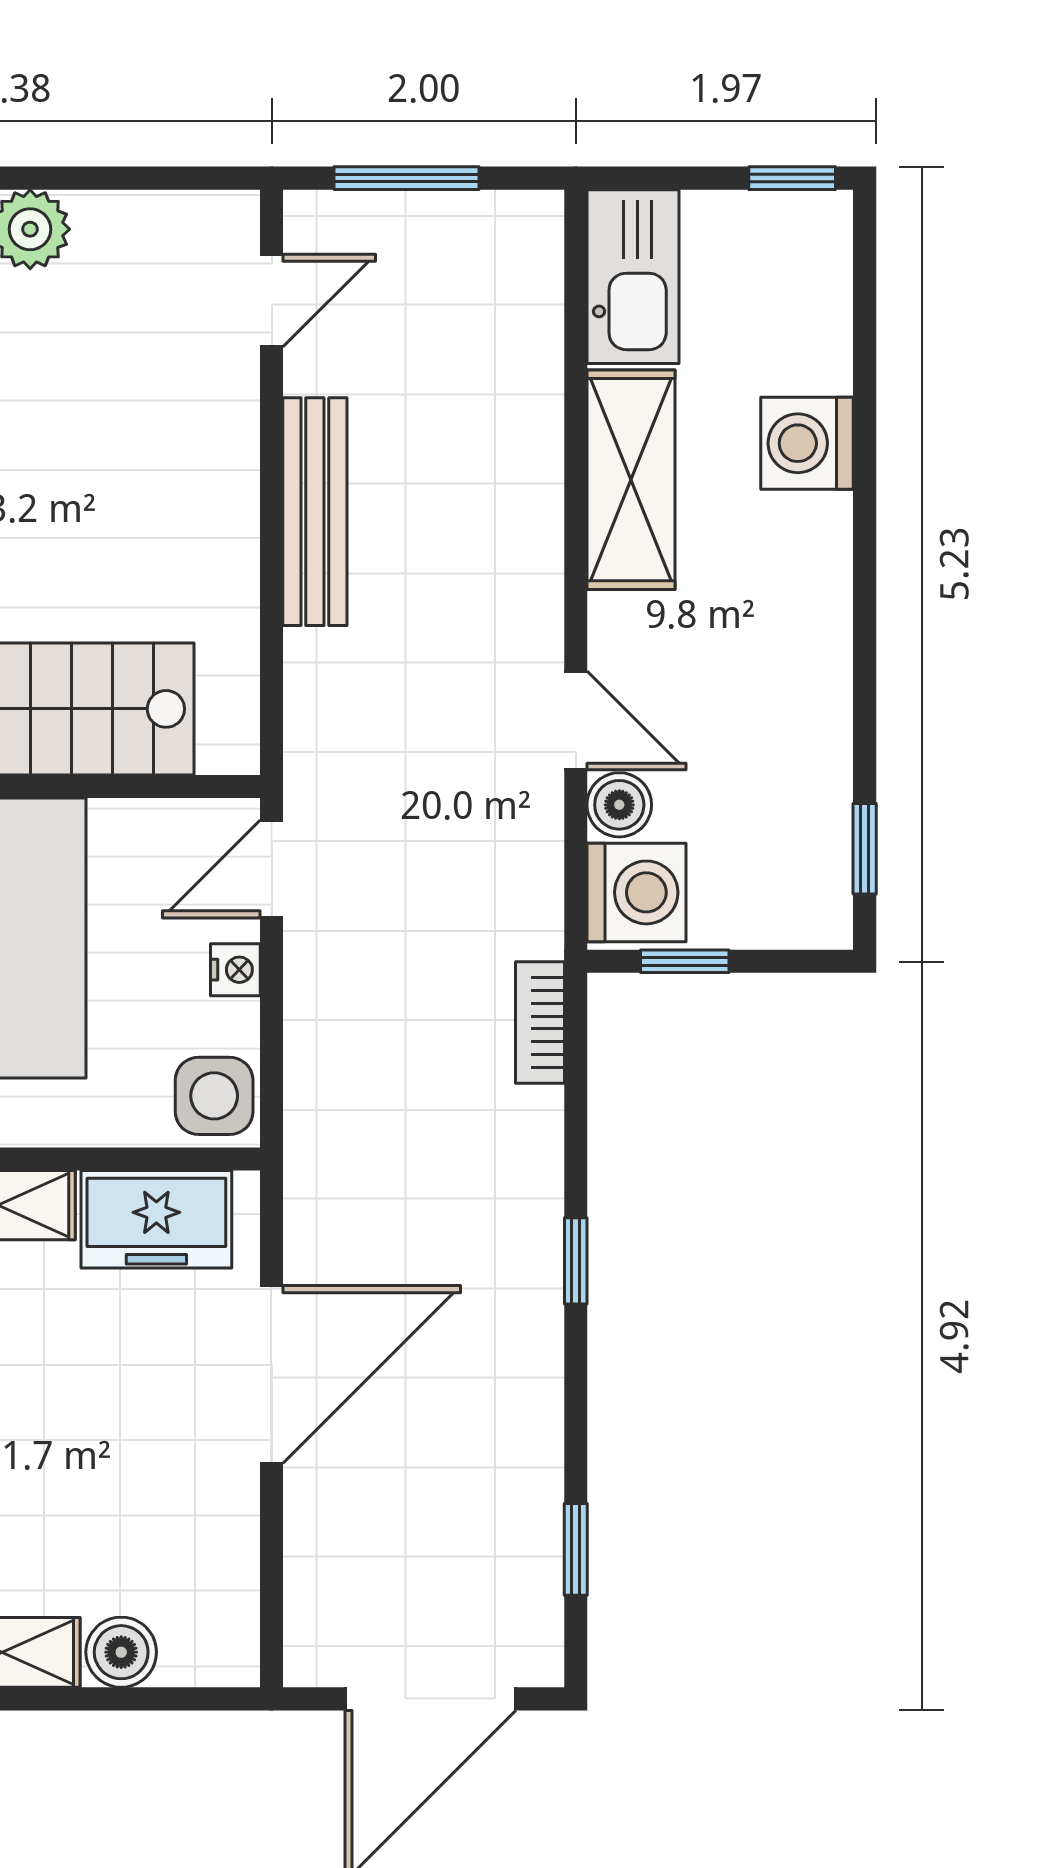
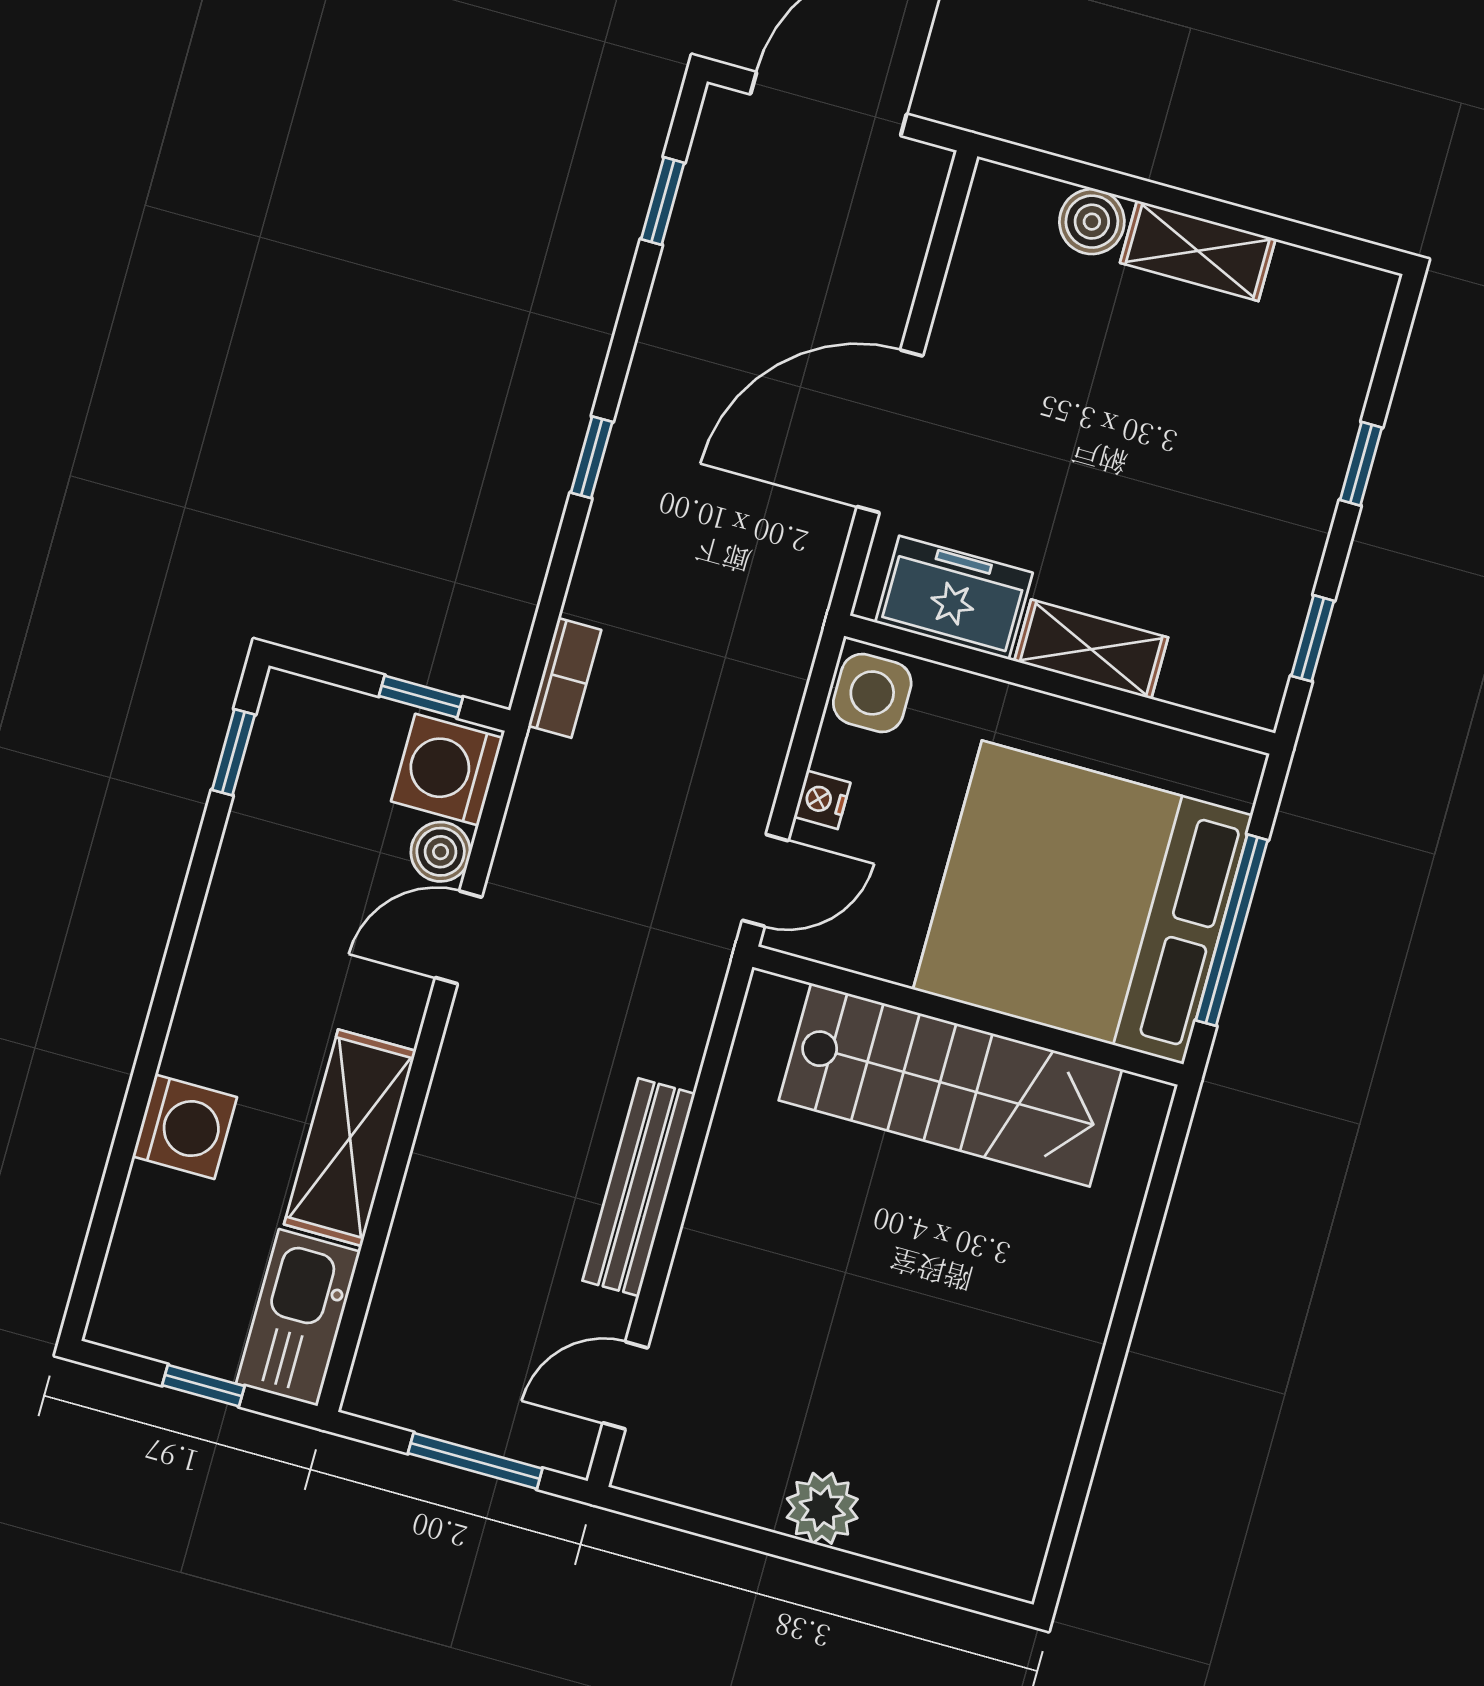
window: (792, 178) -> (203, 1386), moved
door: (576, 721) -> (459, 937), hinge flipped

